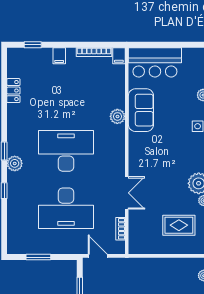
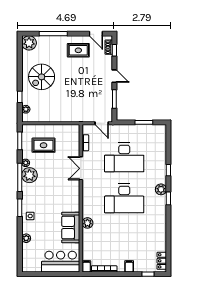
locker: (13, 91) -> (162, 261), moved
desk: (66, 208) -> (124, 157), turned 180

